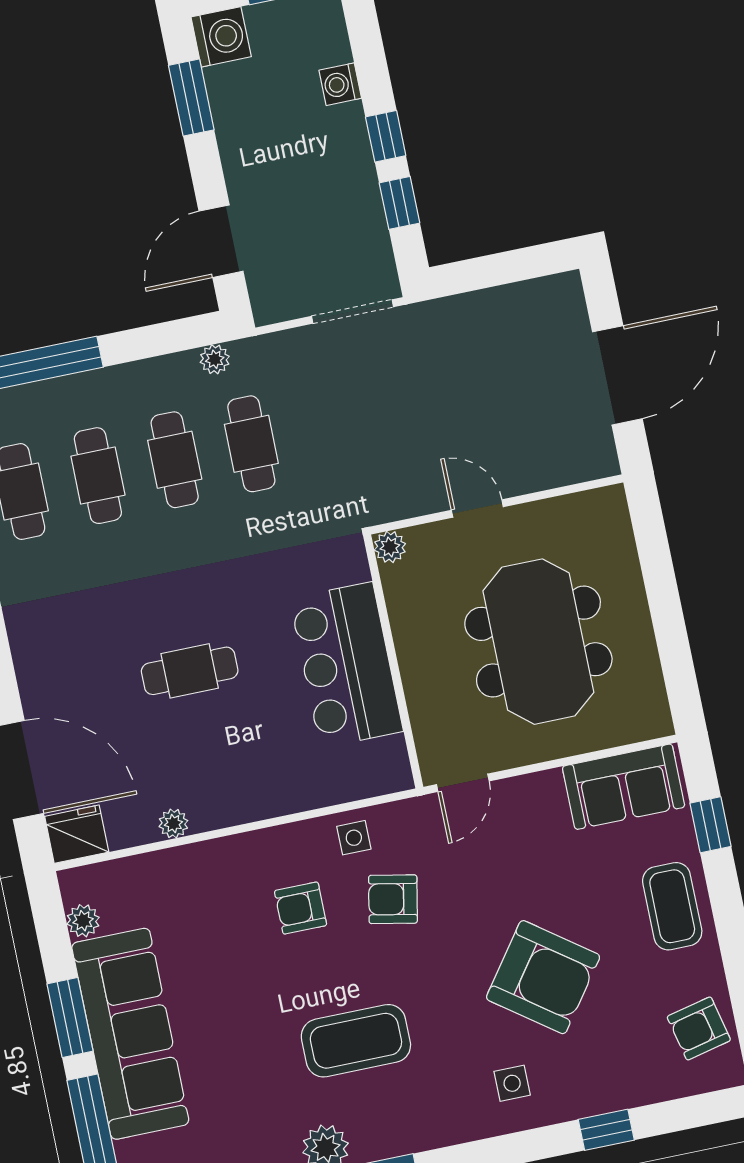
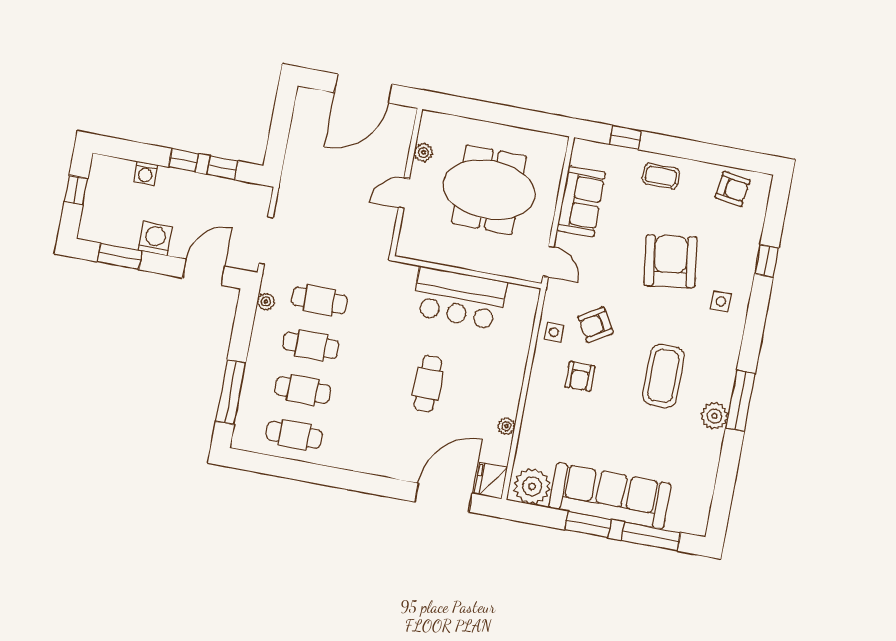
washing machine: (221, 37) -> (155, 238), moved
door: (221, 241) -> (204, 272), swing flipped
doorway: (353, 311) -> (266, 240), moved
door: (617, 375) -> (363, 88), swing flipped
plant: (390, 547) -> (423, 152), moved
sofa: (624, 787) -> (581, 201), moved
armchair: (393, 899) -> (596, 325), turned 48
coffee table: (672, 906) -> (661, 176), width x0.73, depth x0.77
plant: (83, 921) -> (532, 486), width x1.87, depth x1.87
armchair: (543, 977) -> (671, 261), turned -44
armchair: (699, 1028) -> (733, 189), turned -69

